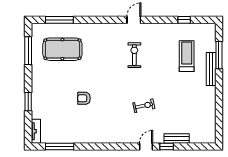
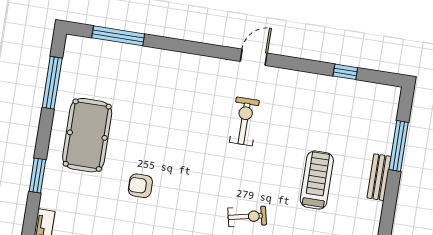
pool table: (62, 49) -> (87, 135), moved, turned 90
treadmill: (187, 56) -> (317, 180), moved
bench: (211, 69) -> (379, 177), width x0.73

